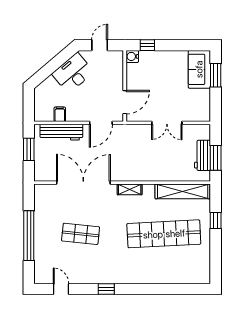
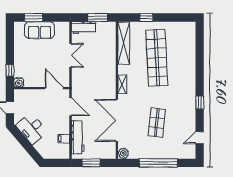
sofa: (199, 69) -> (40, 30), moved
workbench: (203, 155) -> (83, 28), moved
plant: (41, 191) -> (123, 153), added

